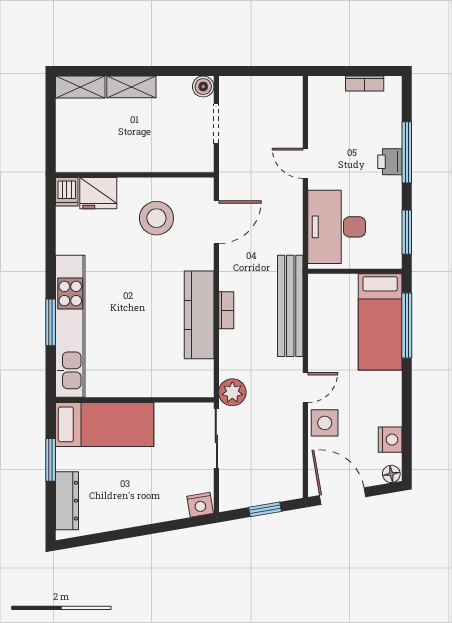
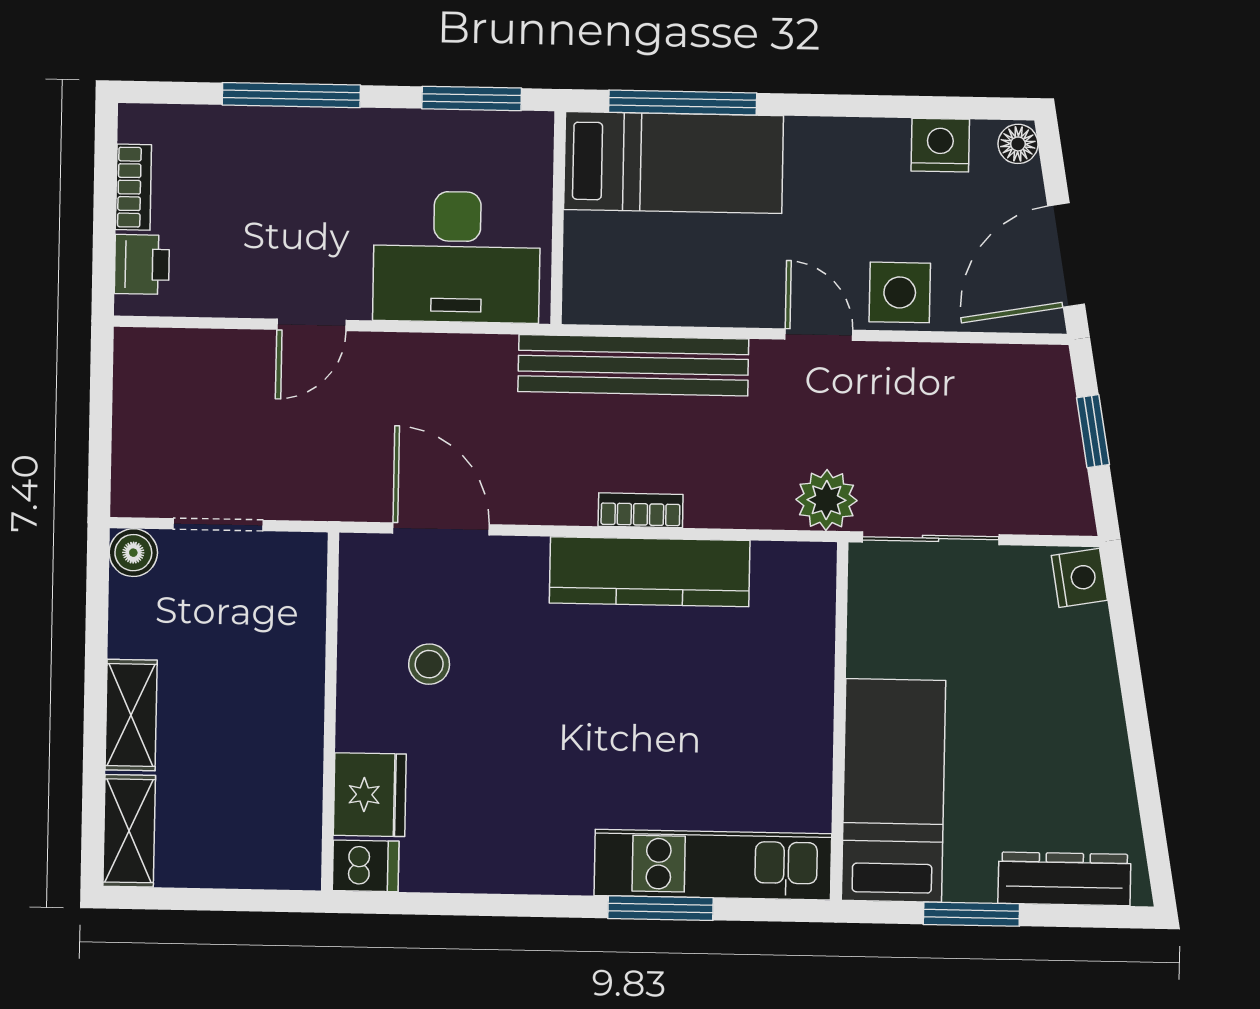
printer: (390, 162) -> (142, 264), moved, turned -90
stool: (156, 218) -> (429, 664), width x0.53, depth x0.53
kitchen unit: (70, 326) -> (713, 865), width x0.73

